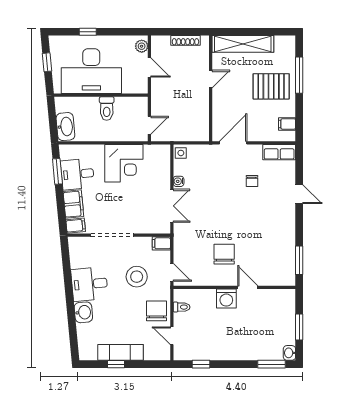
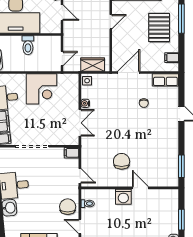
pallet: (271, 86) -> (159, 28), turned 90
wardrobe: (188, 133) -> (93, 65), added
stool: (137, 277) -> (52, 179), removed

